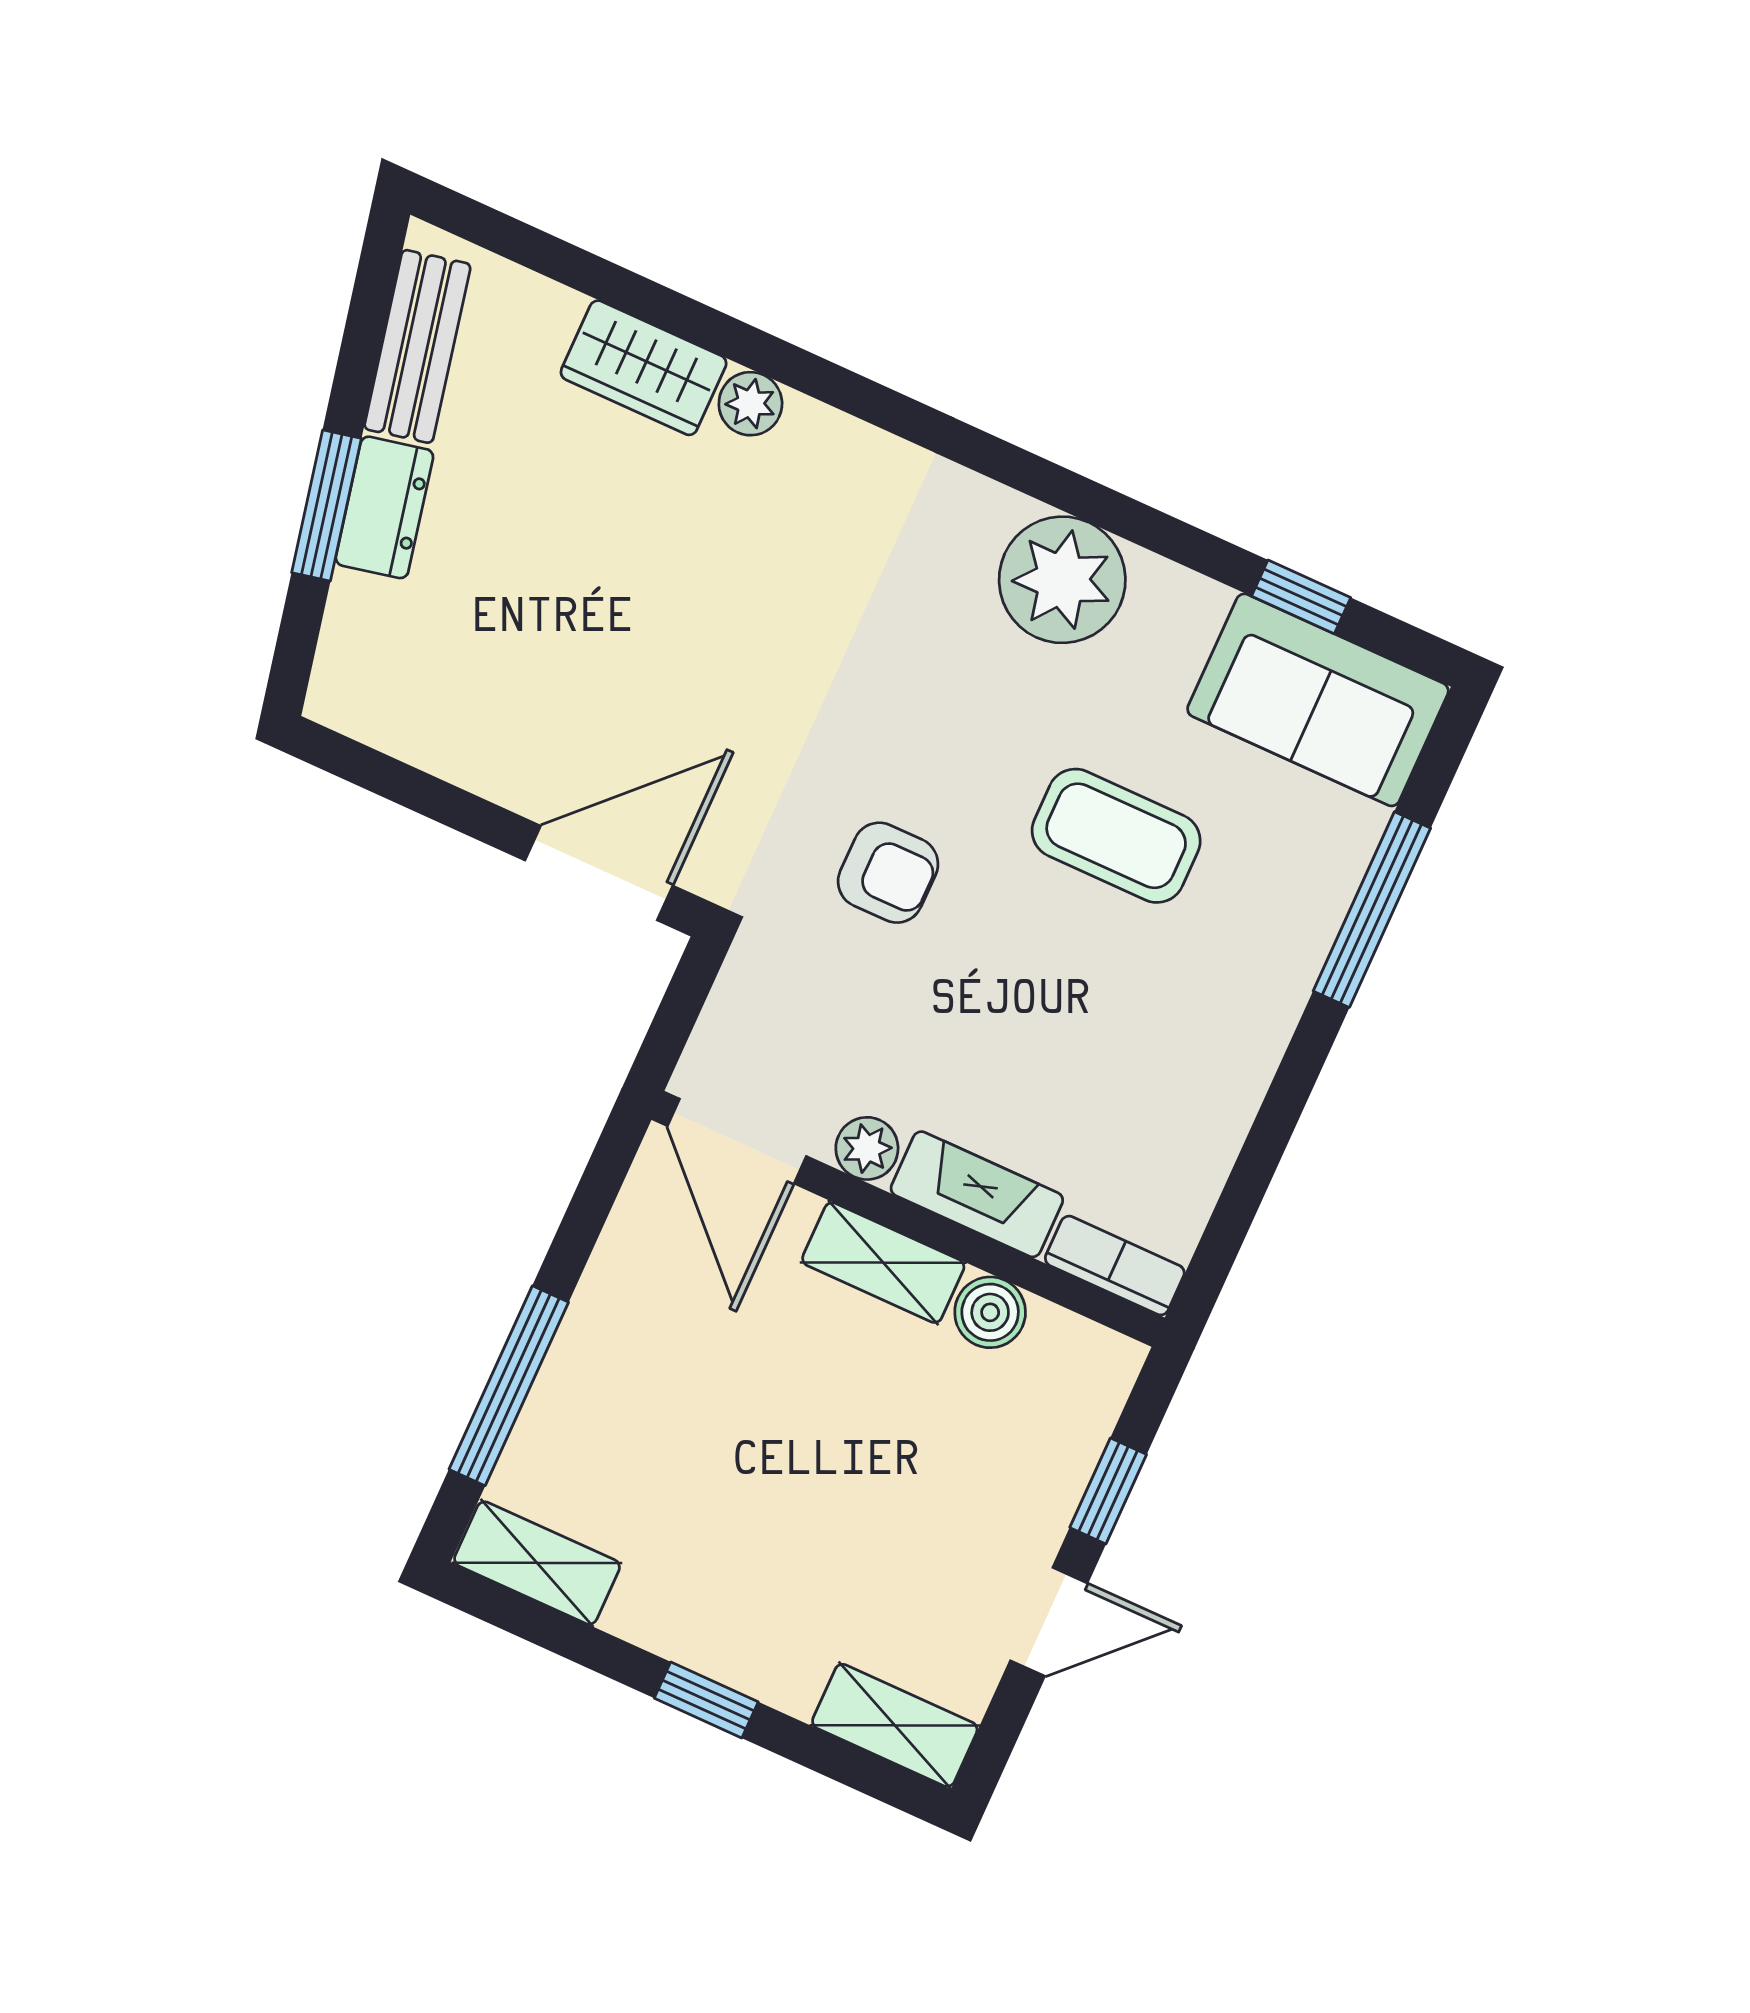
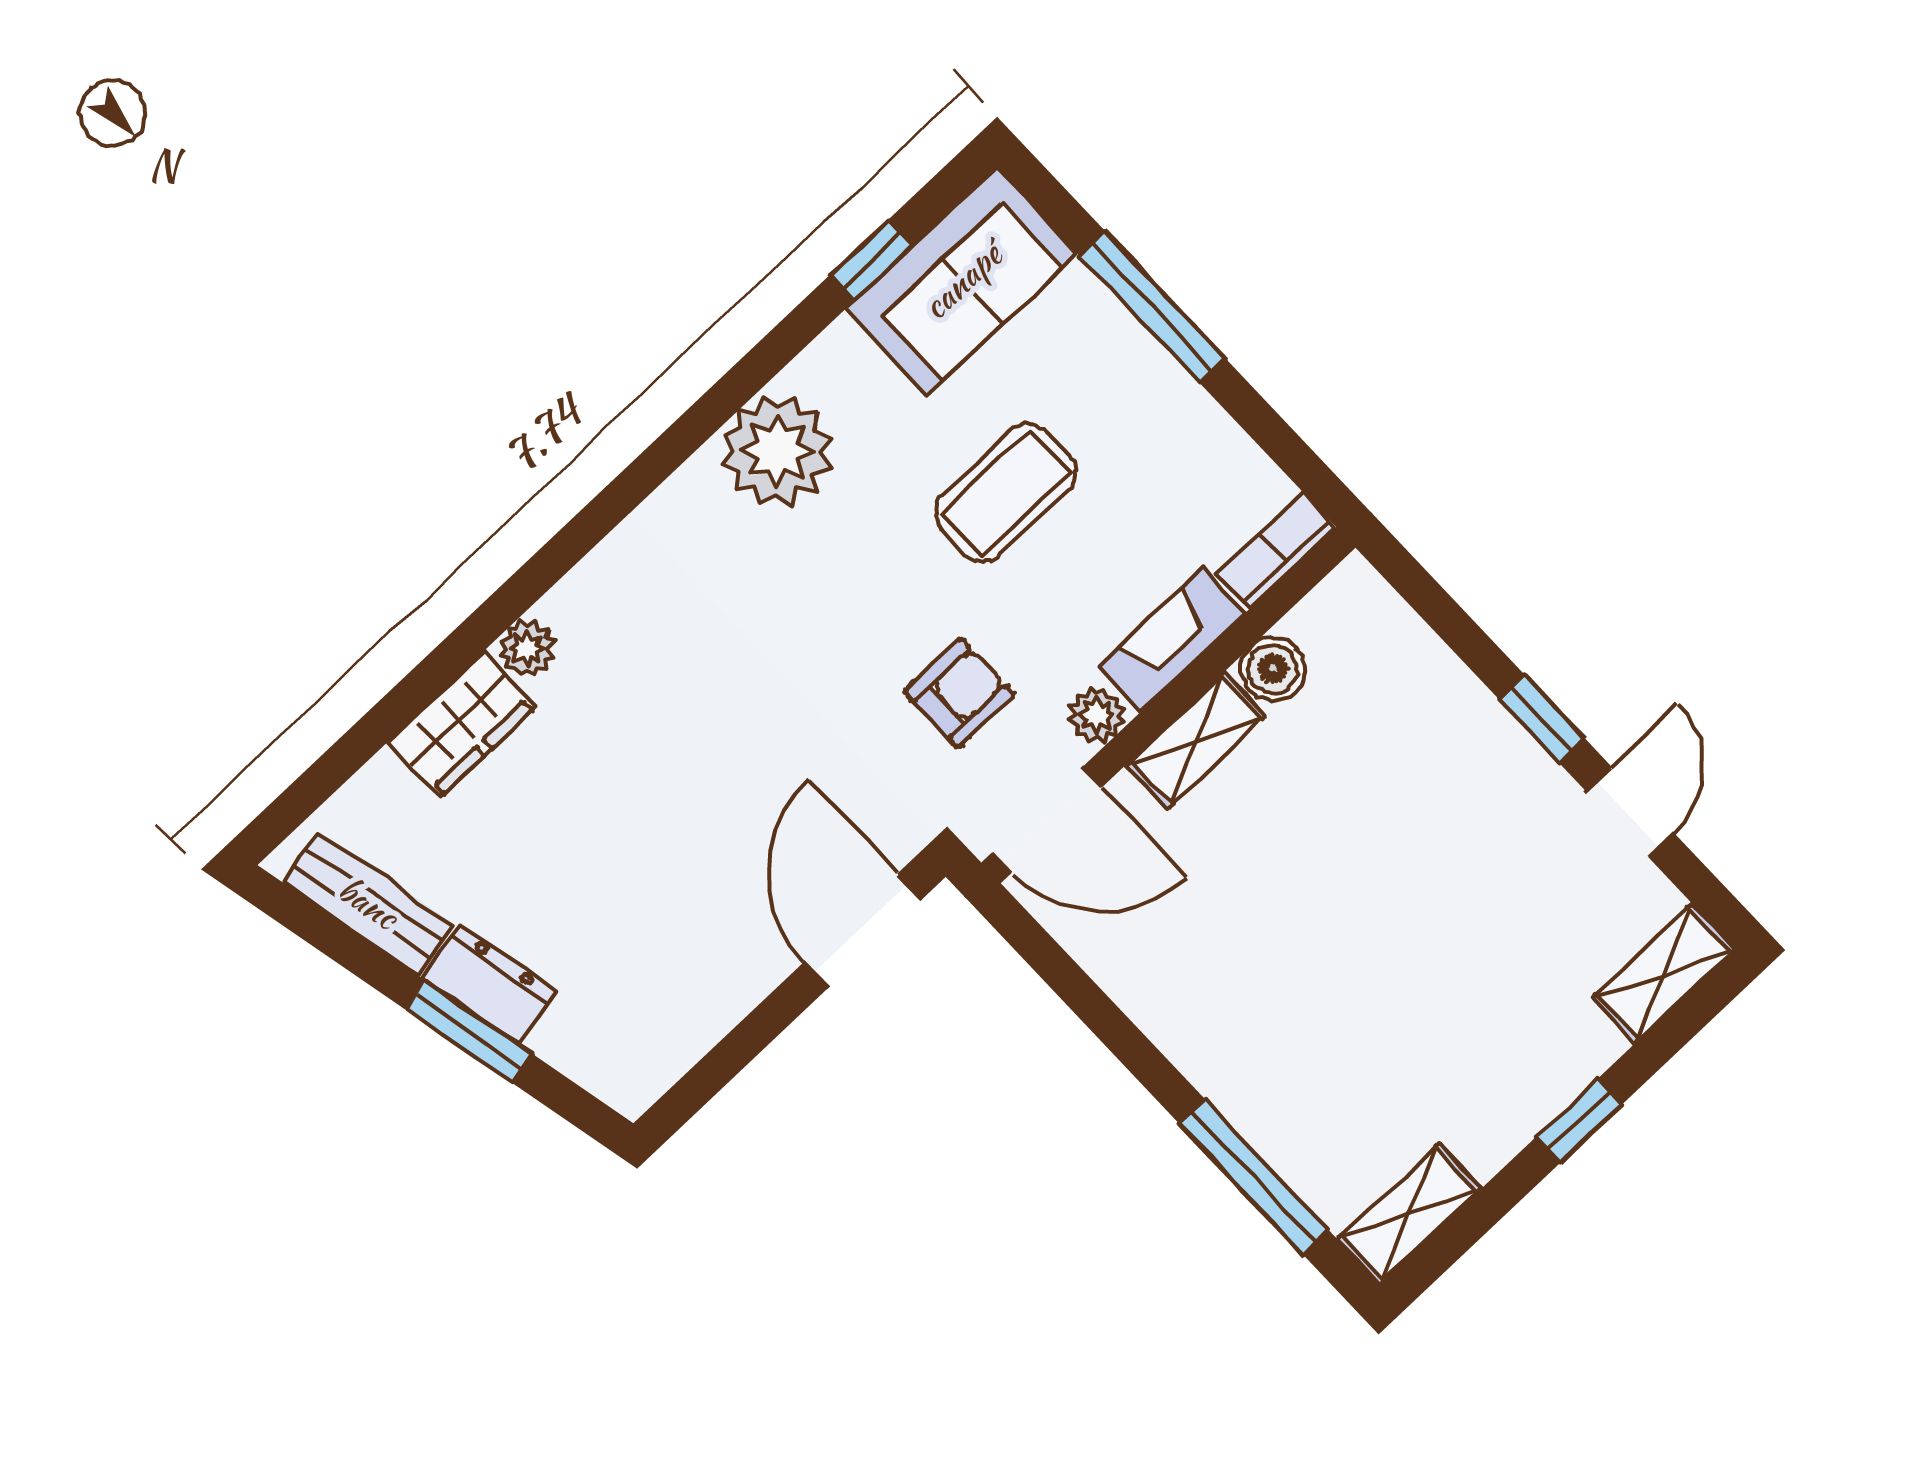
door: (737, 1141) -> (1047, 820), moved
plant: (867, 1148) -> (1097, 715), moved
fireplace: (977, 1194) -> (1171, 640), moved
wall: (908, 1219) -> (1168, 705), moved
shelving: (883, 1263) -> (1196, 740), moved
bookcase: (1115, 1266) -> (1276, 551), moved
boiler: (990, 1312) -> (1273, 669), moved

